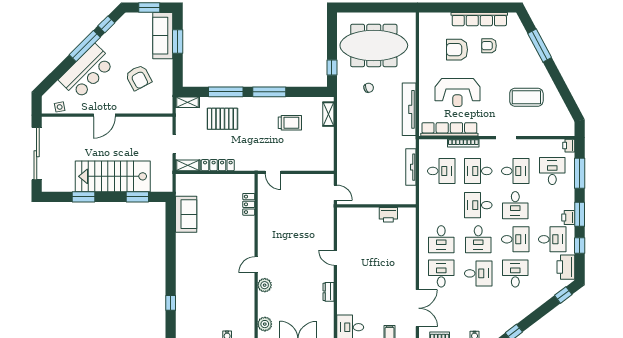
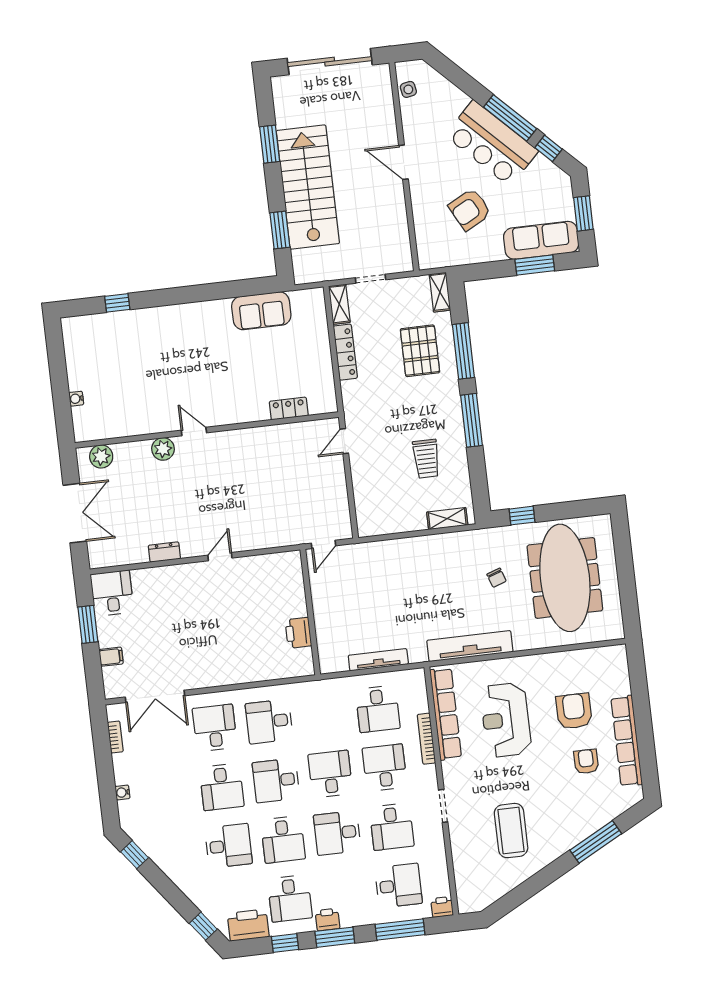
bar counter: (87, 72) -> (492, 143), moved
desk: (441, 273) -> (215, 728), turned -90

